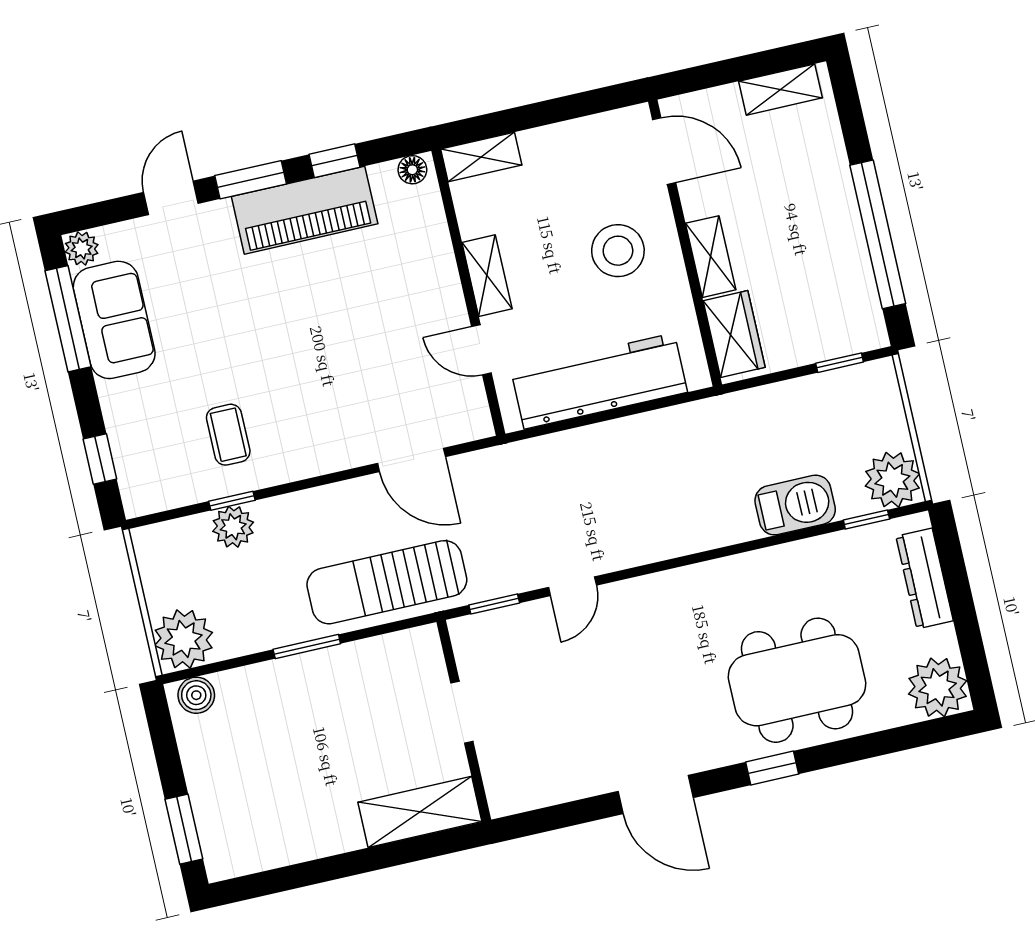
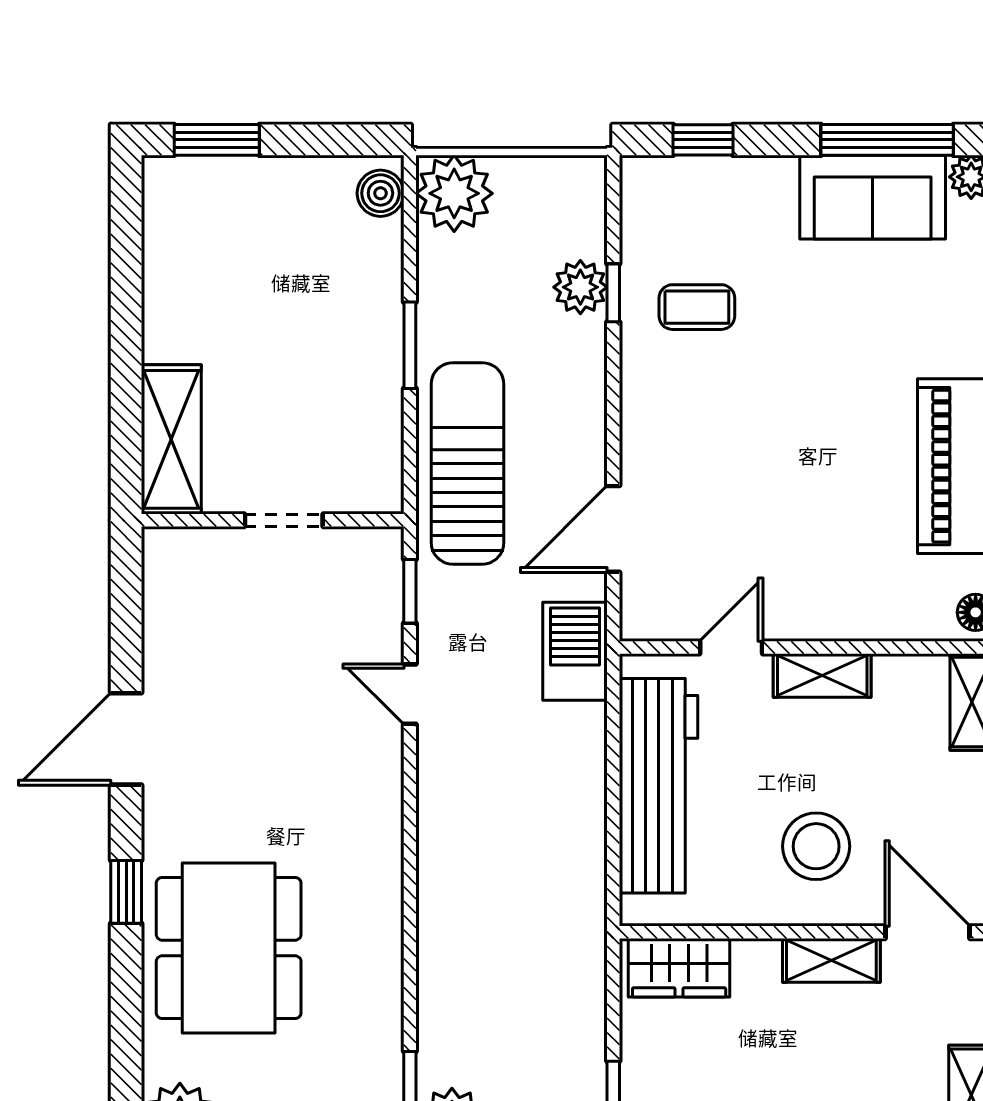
door: (664, 151) -> (927, 932), swing flipped
shelving: (711, 257) -> (831, 960), moved
barbecue: (795, 505) -> (575, 651), moved, turned 180

